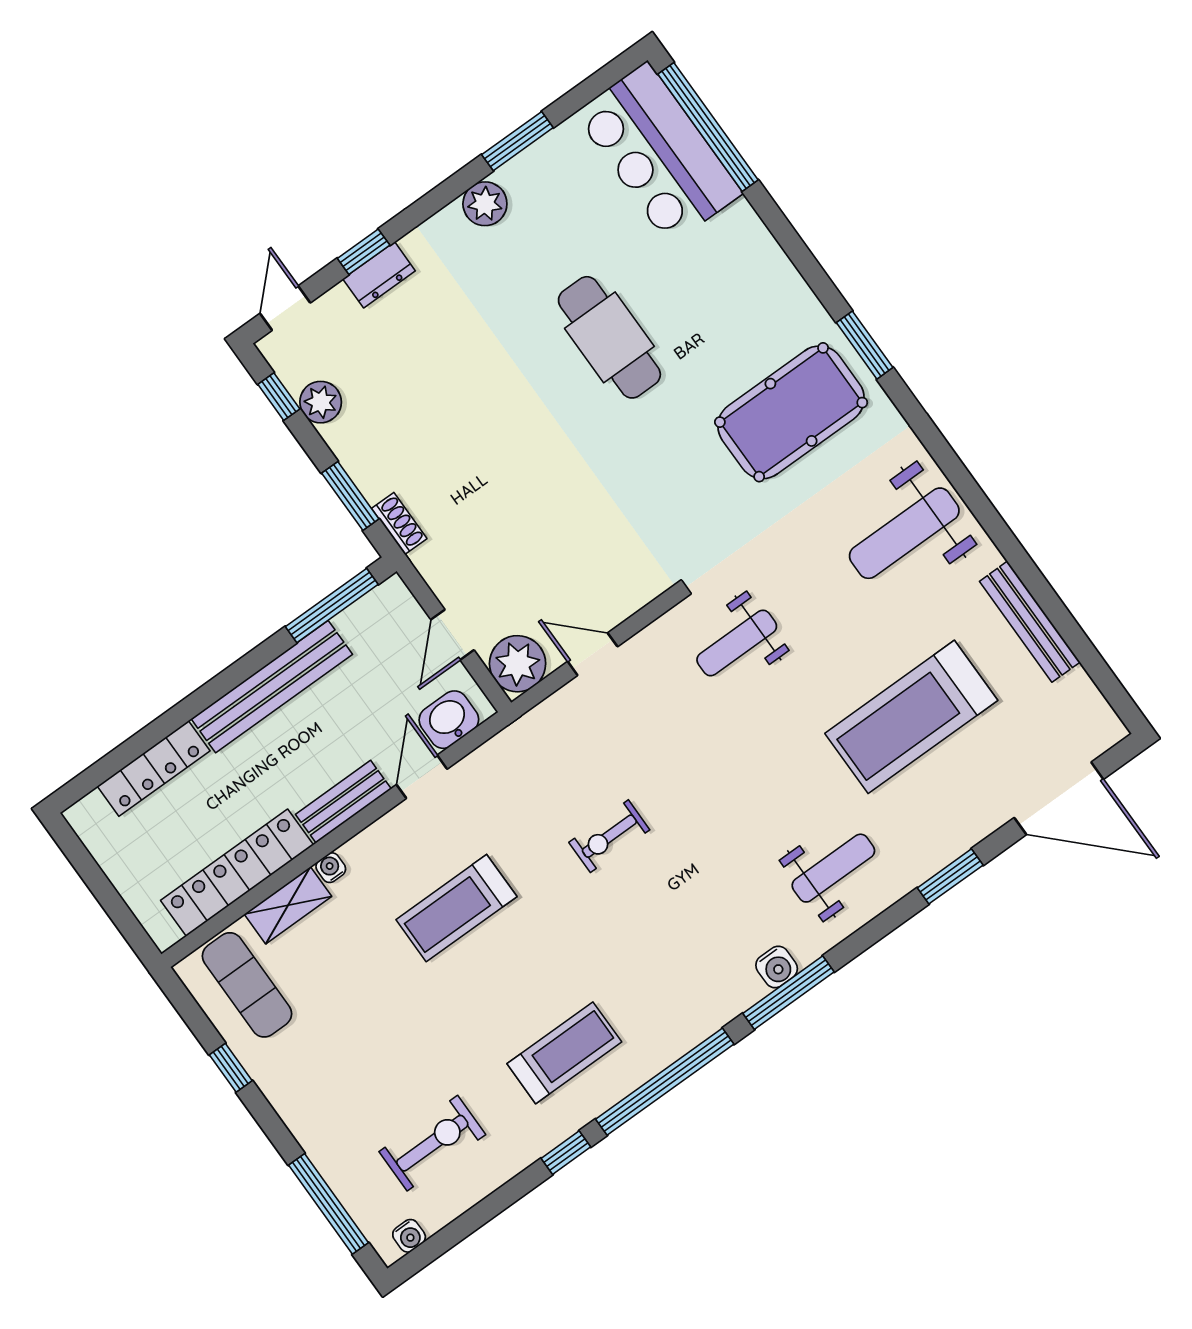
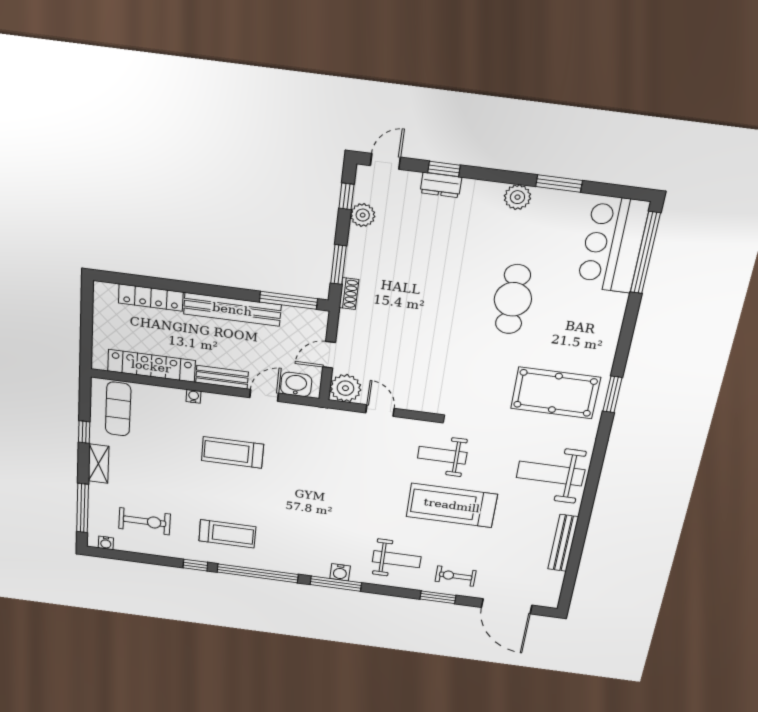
treadmill: (911, 717) -> (452, 505), moved
exercise bike: (609, 836) -> (456, 576), moved
shelving: (288, 905) -> (98, 464), moved, turned 90

